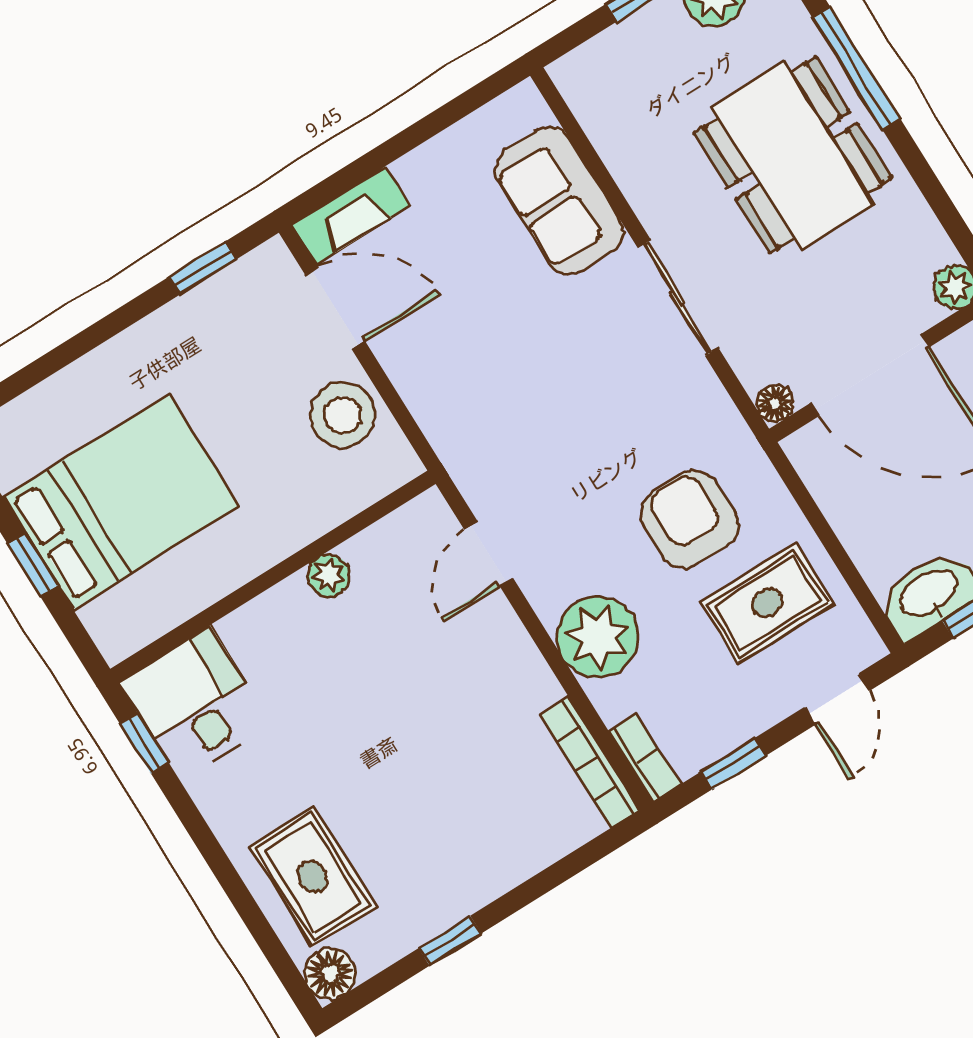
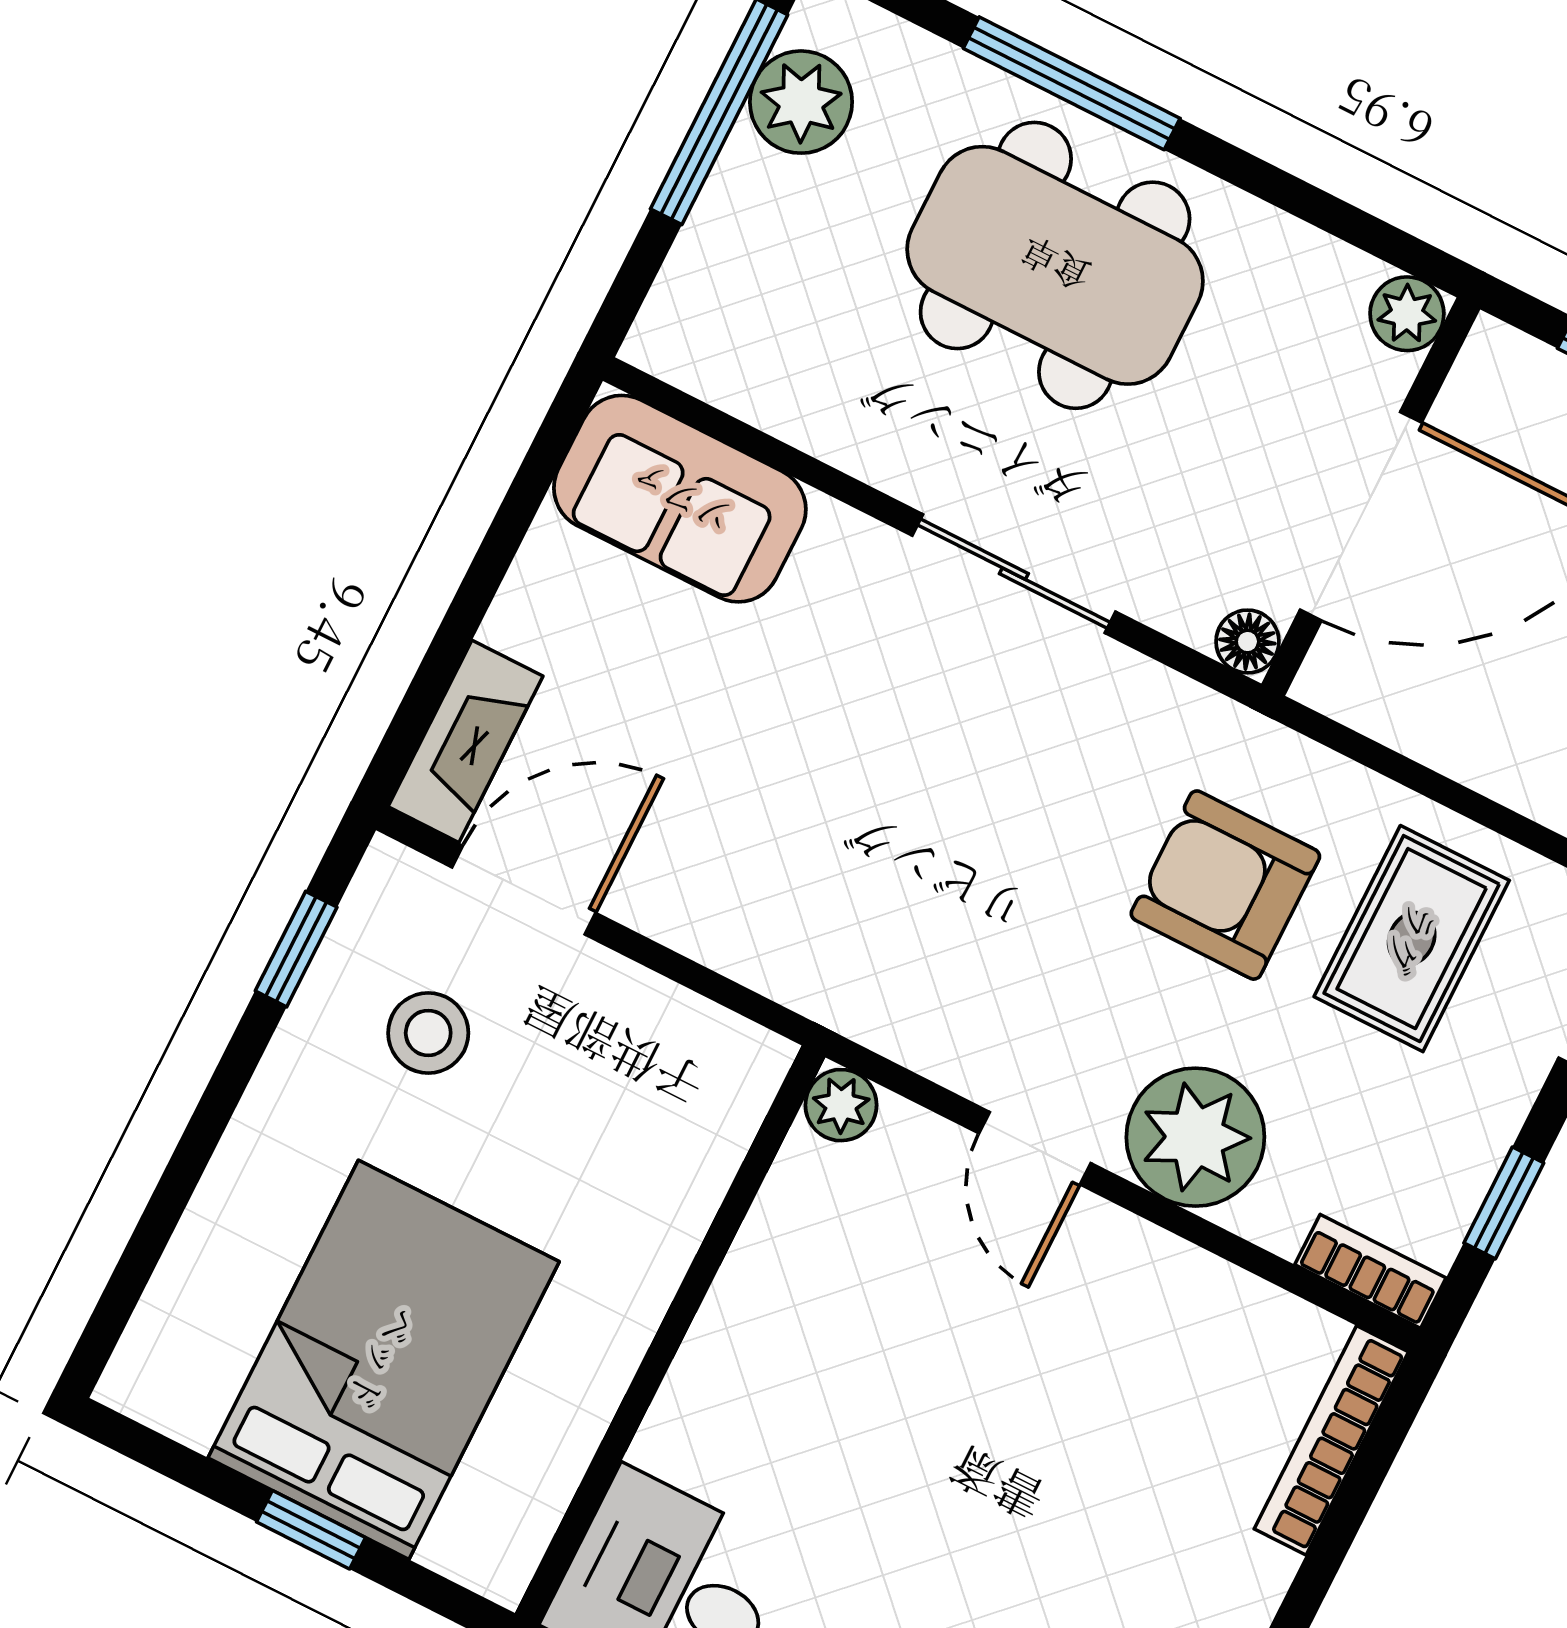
sofa: (559, 200) -> (680, 499), moved
stool: (343, 415) -> (428, 1033), moved, width x0.73, depth x0.73
door: (489, 554) -> (1035, 1148), moved
plant: (329, 576) -> (841, 1105), moved
bookcase: (590, 762) -> (1331, 1440), moved, turned 90

